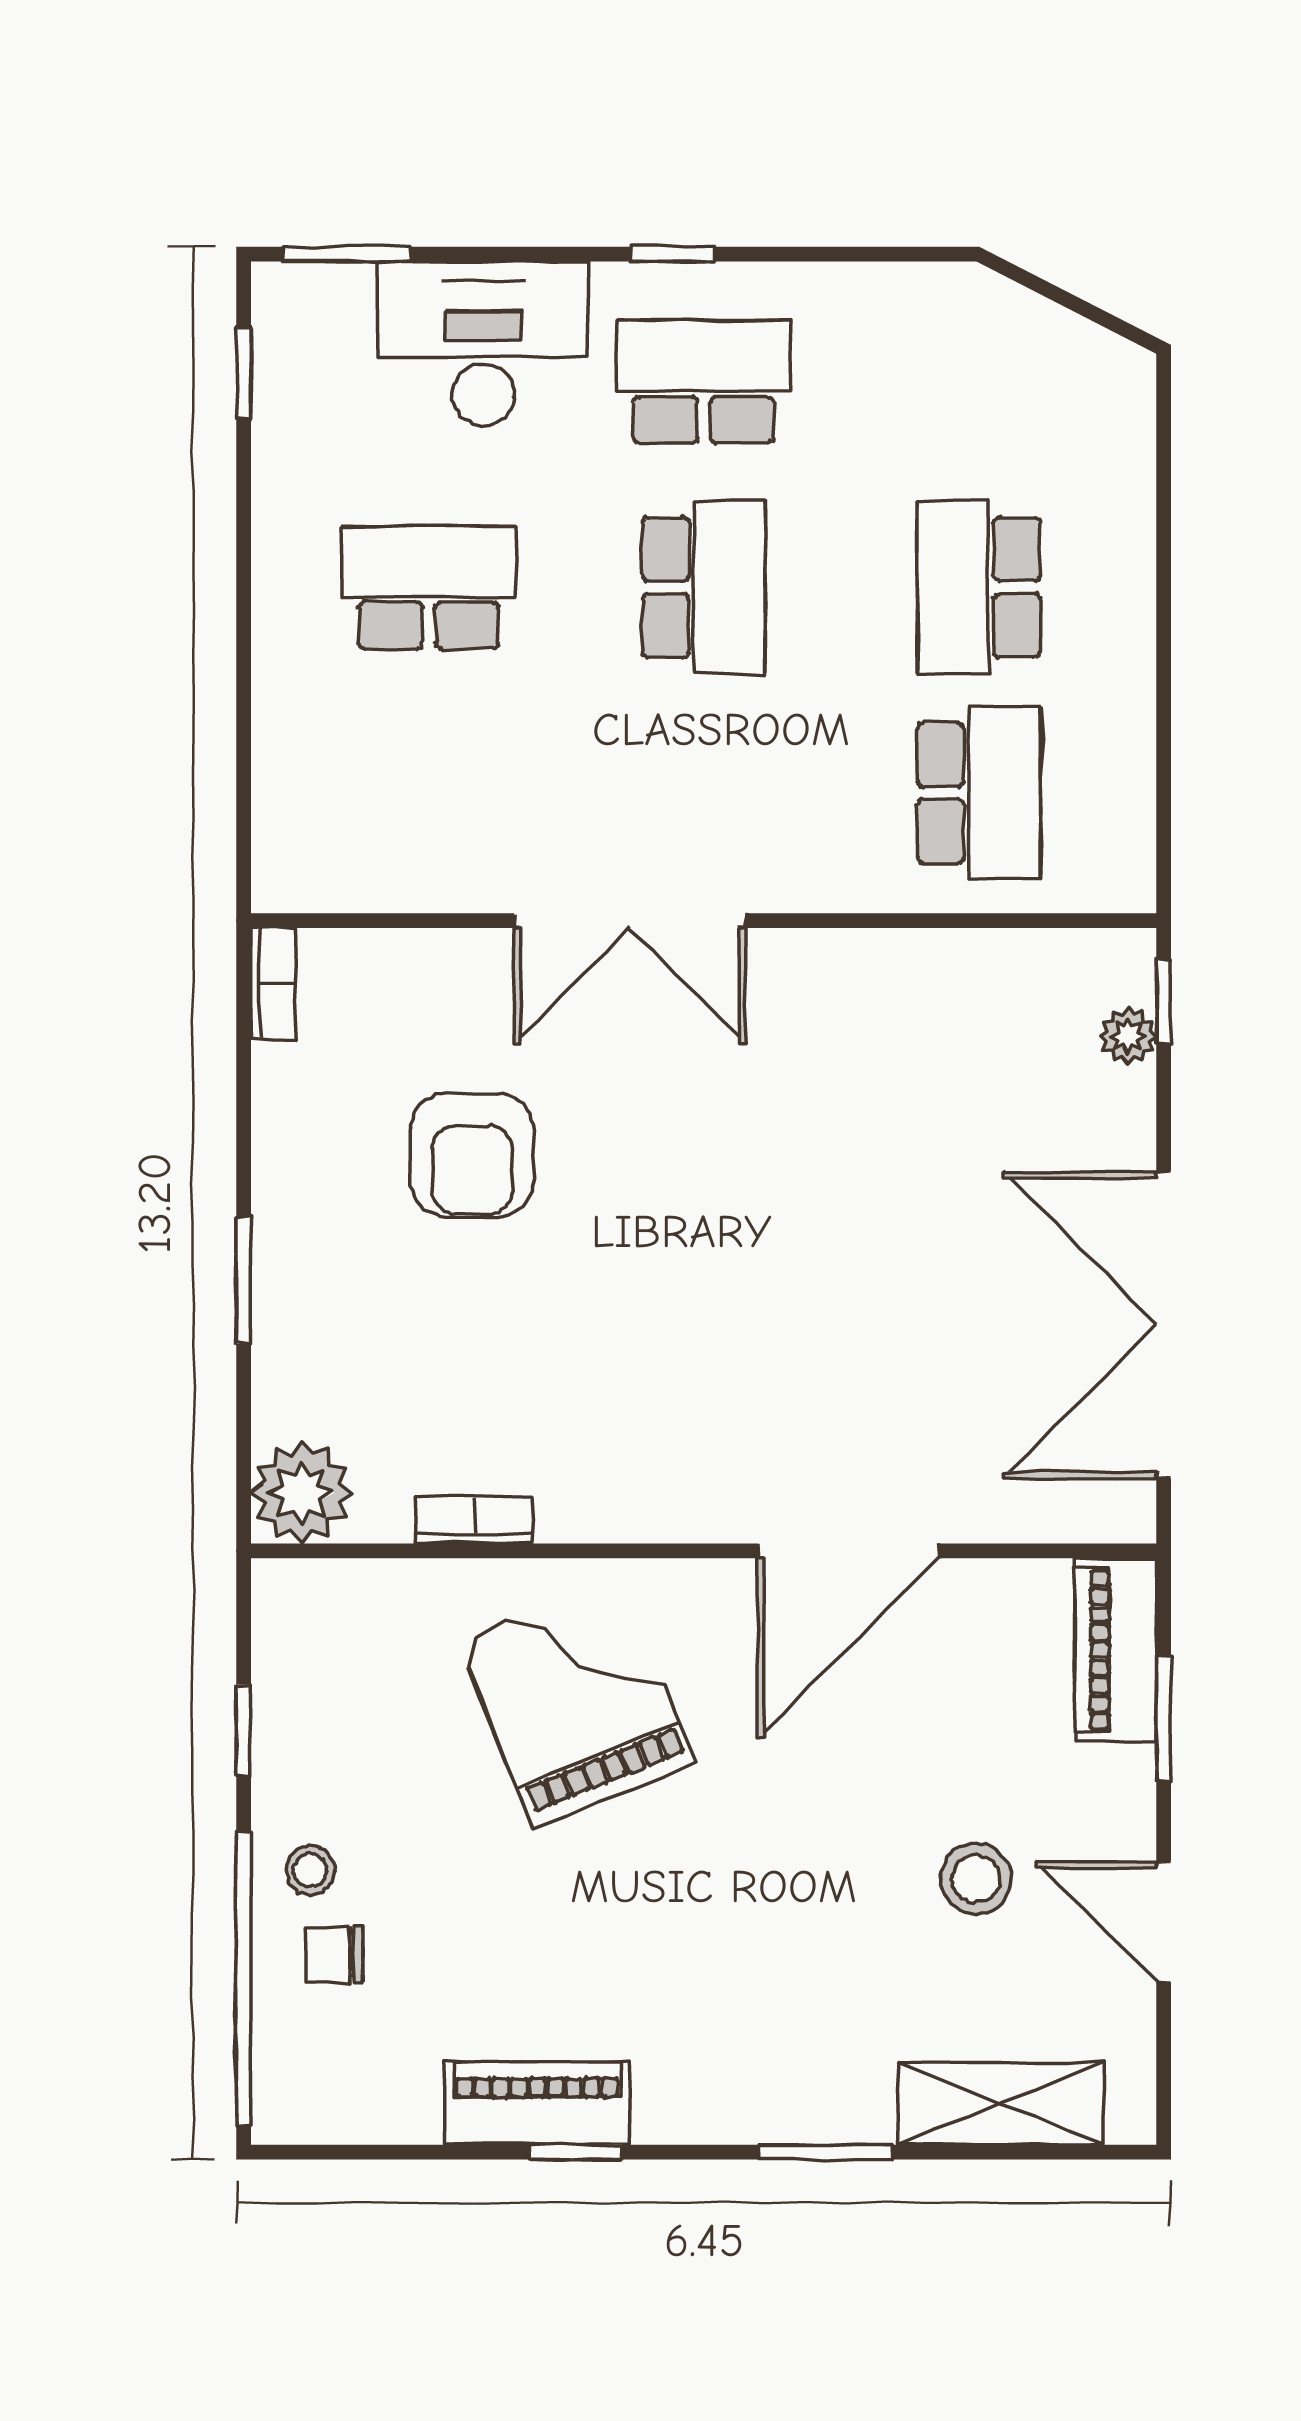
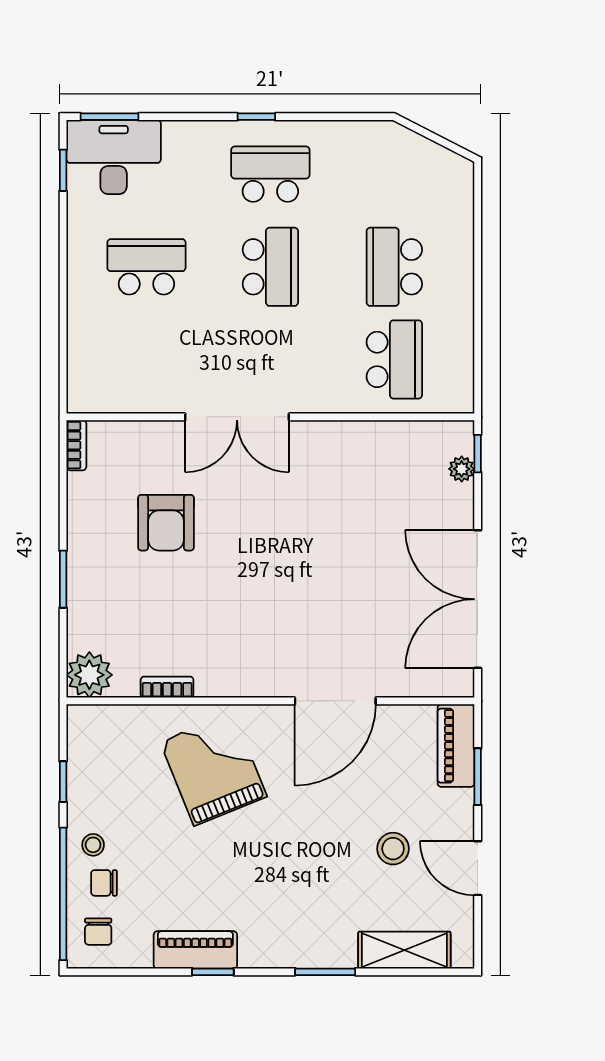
desk: (483, 344) -> (114, 157), moved
chair: (322, 2063) -> (98, 932), added

